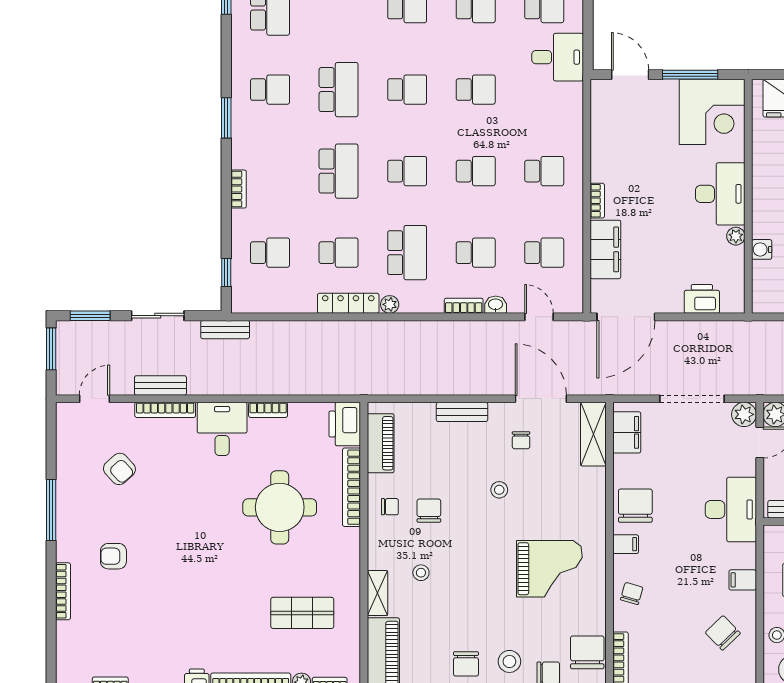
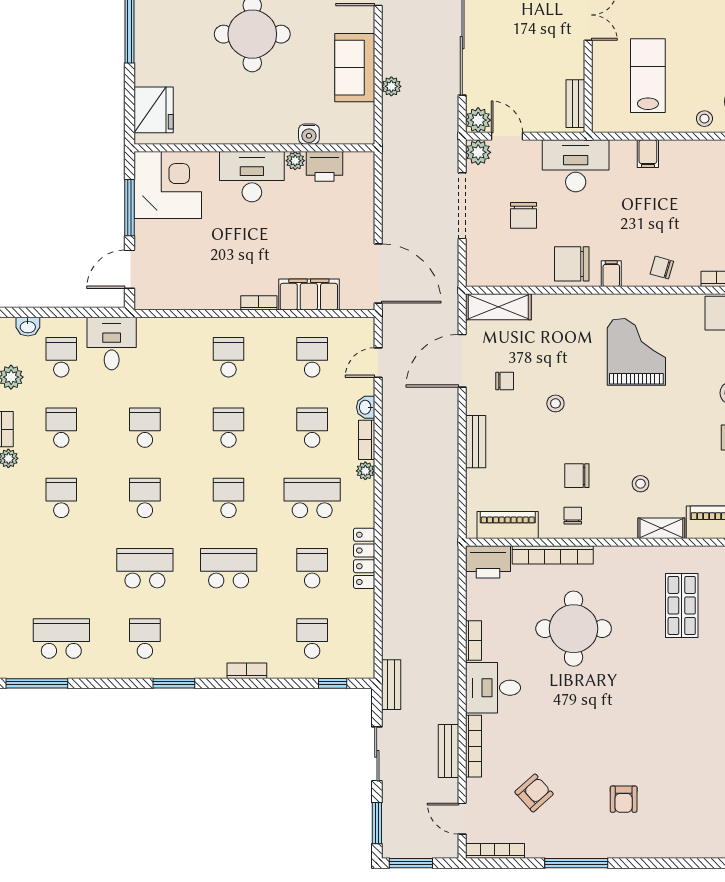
printer: (702, 299) -> (324, 166), moved, turned -90
plant: (390, 304) -> (365, 471), moved
filing cabinet: (627, 432) -> (497, 273), removed
bookcase: (63, 591) -> (495, 851), moved
chair: (723, 633) -> (523, 215), moved, turned -46

